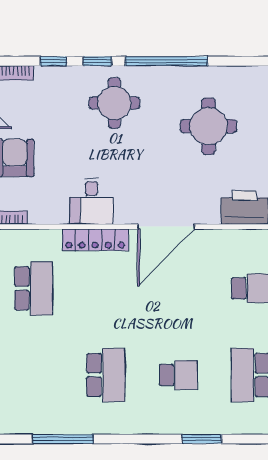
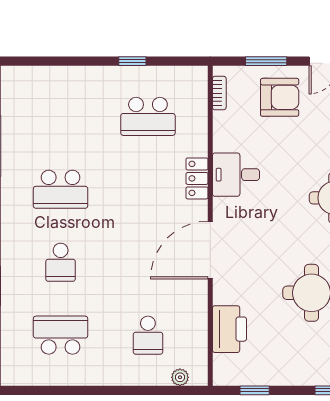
door: (166, 227) -> (210, 250), hinge flipped
locker: (95, 240) -> (197, 178), width x0.66

